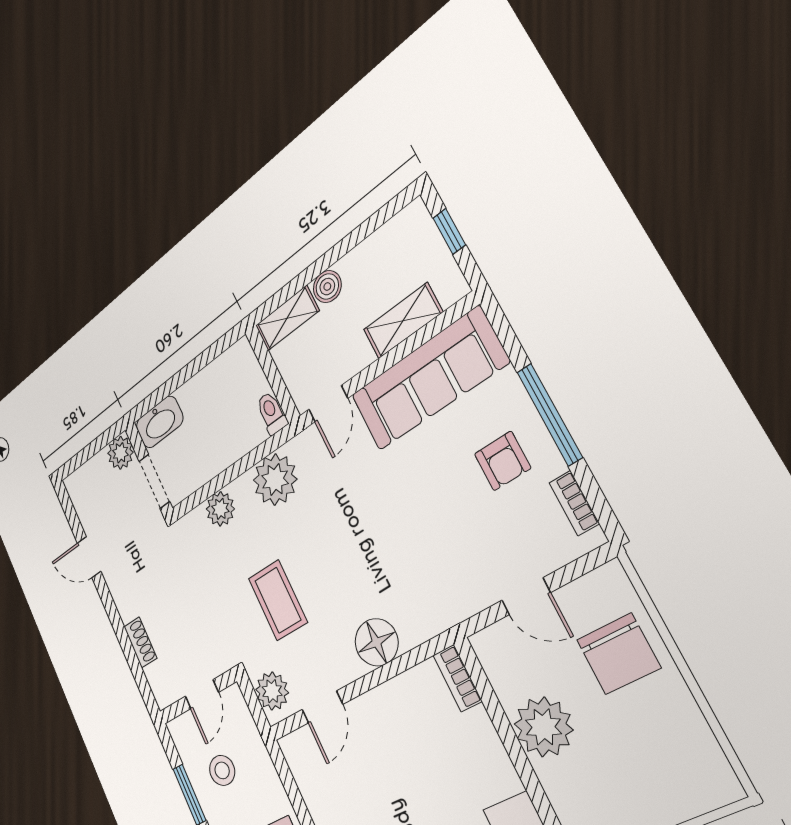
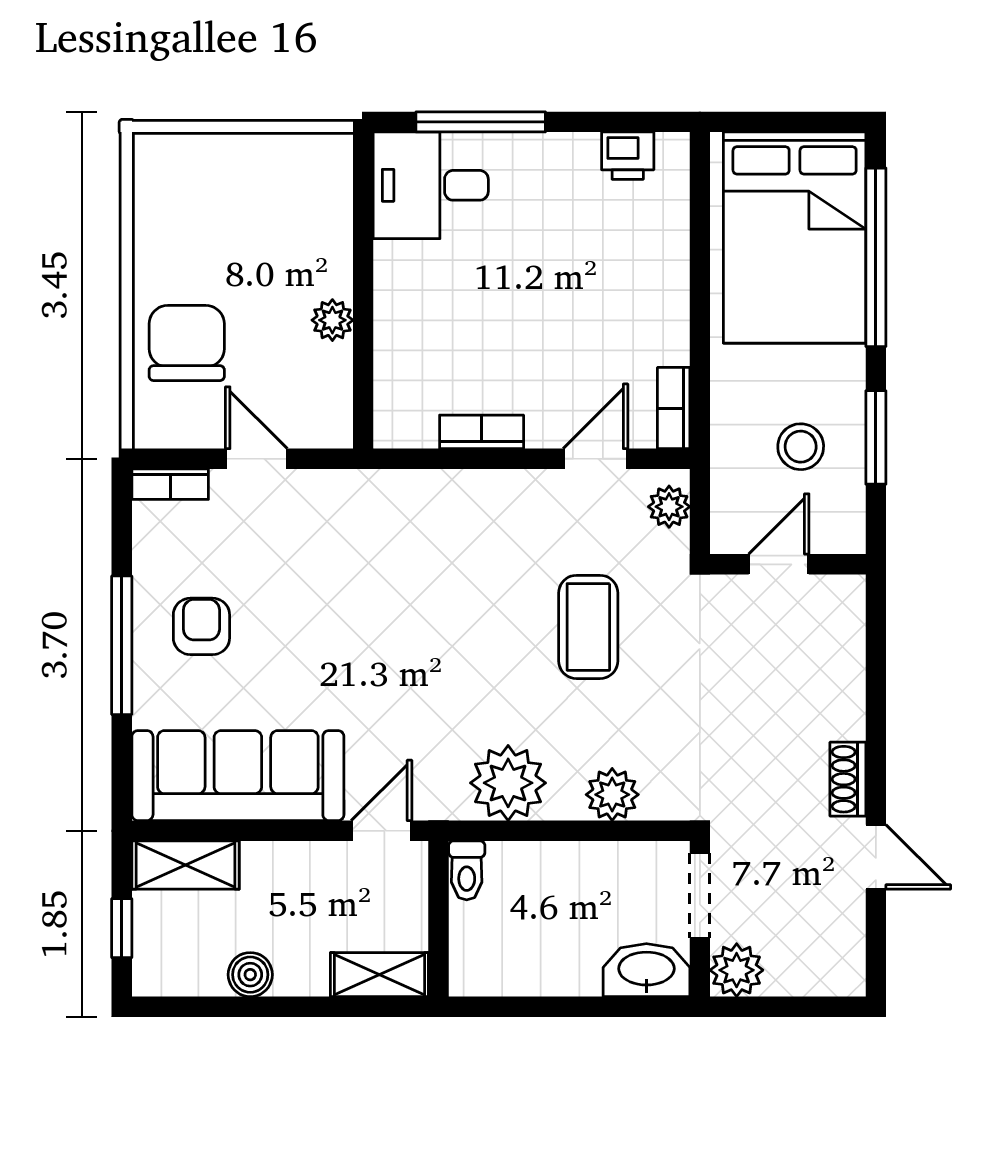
boiler: (327, 287) -> (250, 975), moved
shelving: (403, 321) -> (185, 865), moved
bookcase: (574, 503) -> (170, 484), moved, turned 90
shoe rack: (140, 642) -> (848, 779), moved
floor lamp: (377, 642) -> (474, 502), removed
bookcase: (458, 678) -> (482, 432), moved, turned -90
plant: (272, 691) -> (669, 507), width x0.73, depth x0.73
plant: (543, 727) -> (332, 320), width x0.53, depth x0.53
bookcase: (296, 761) -> (674, 408), added

